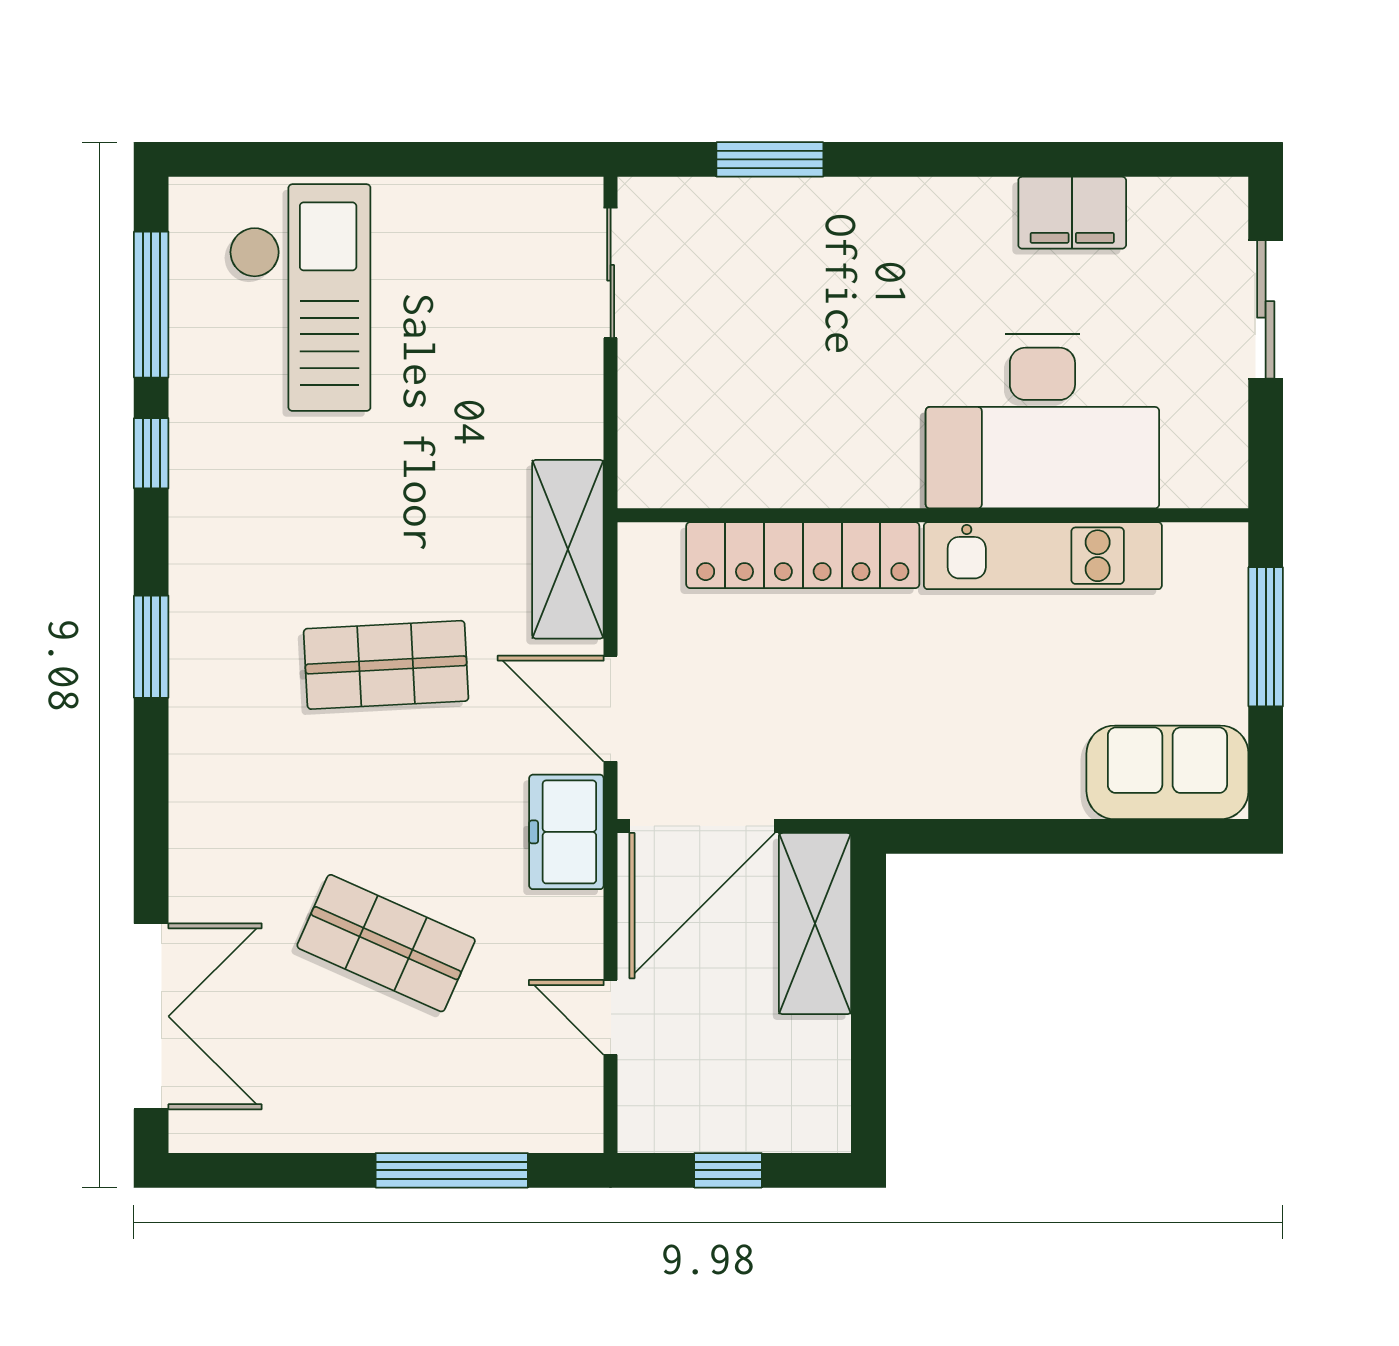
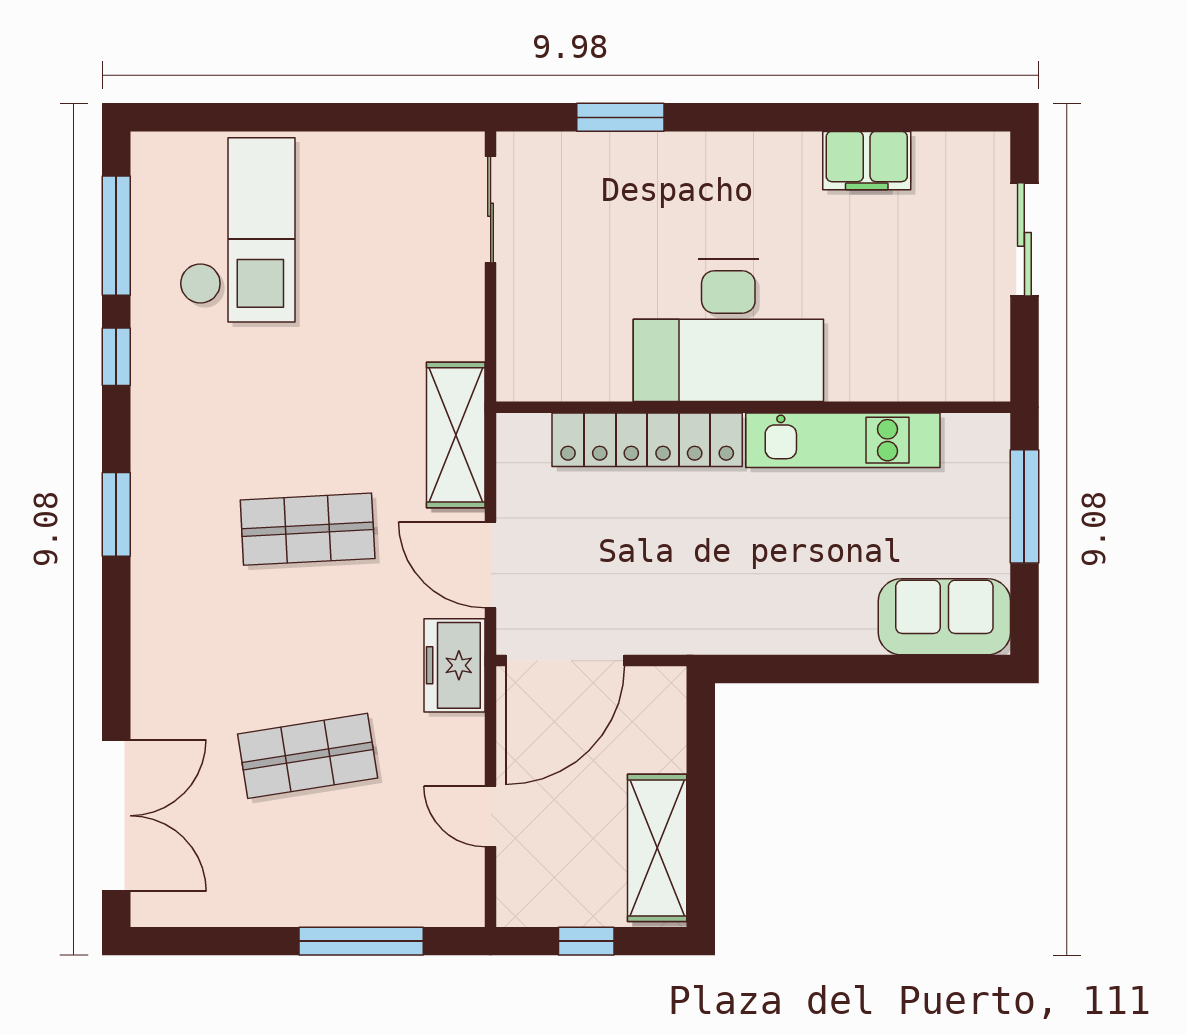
desk: (1042, 421) -> (728, 330), moved
shelving: (815, 924) -> (657, 848), moved
shop shelf: (386, 943) -> (308, 756), turned -33

